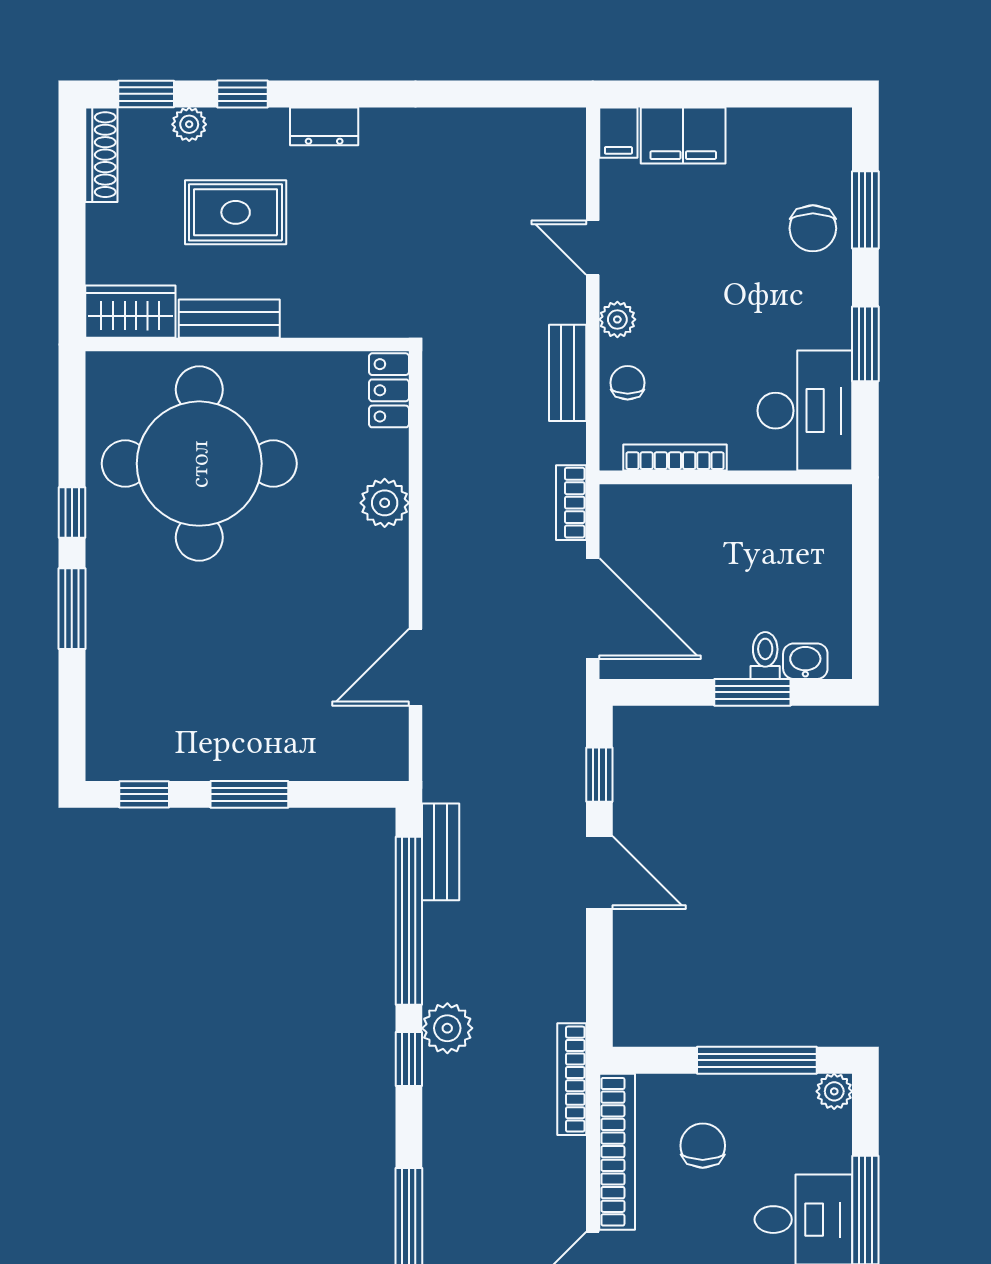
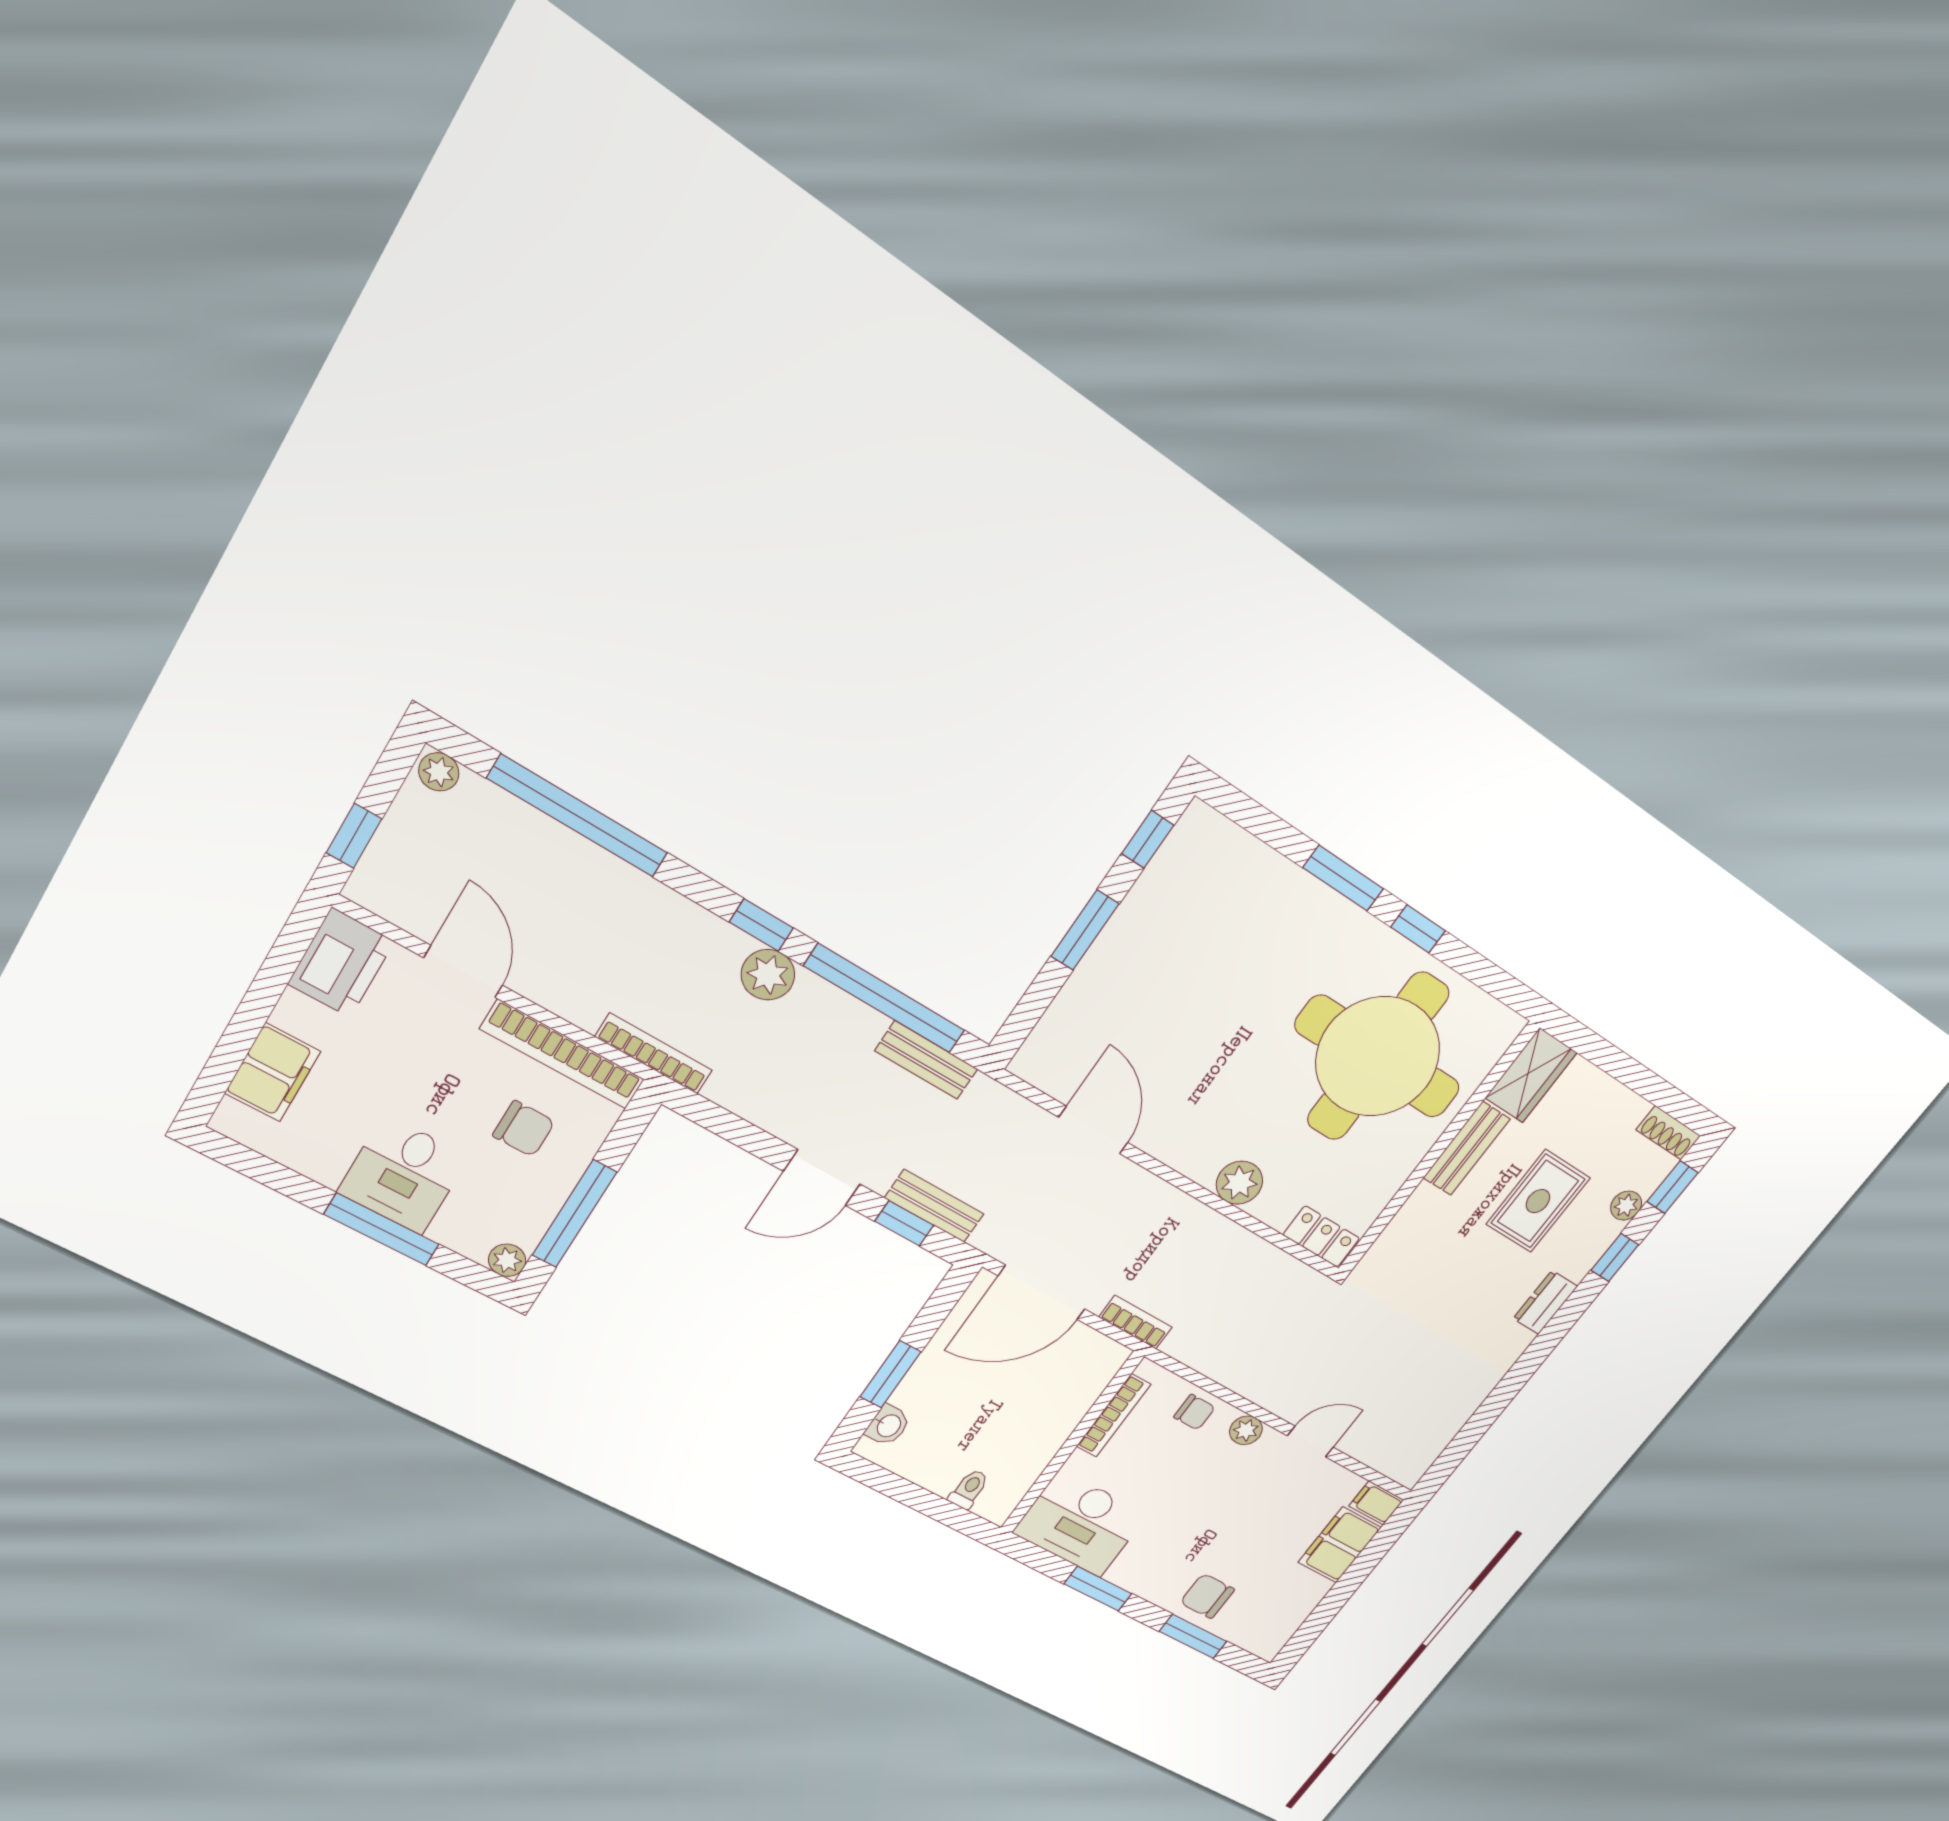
shoe rack: (101, 155) -> (1668, 1133), width x0.70
bench: (568, 373) -> (934, 1206), moved
toilet: (765, 655) -> (969, 1489), moved, turned -90

